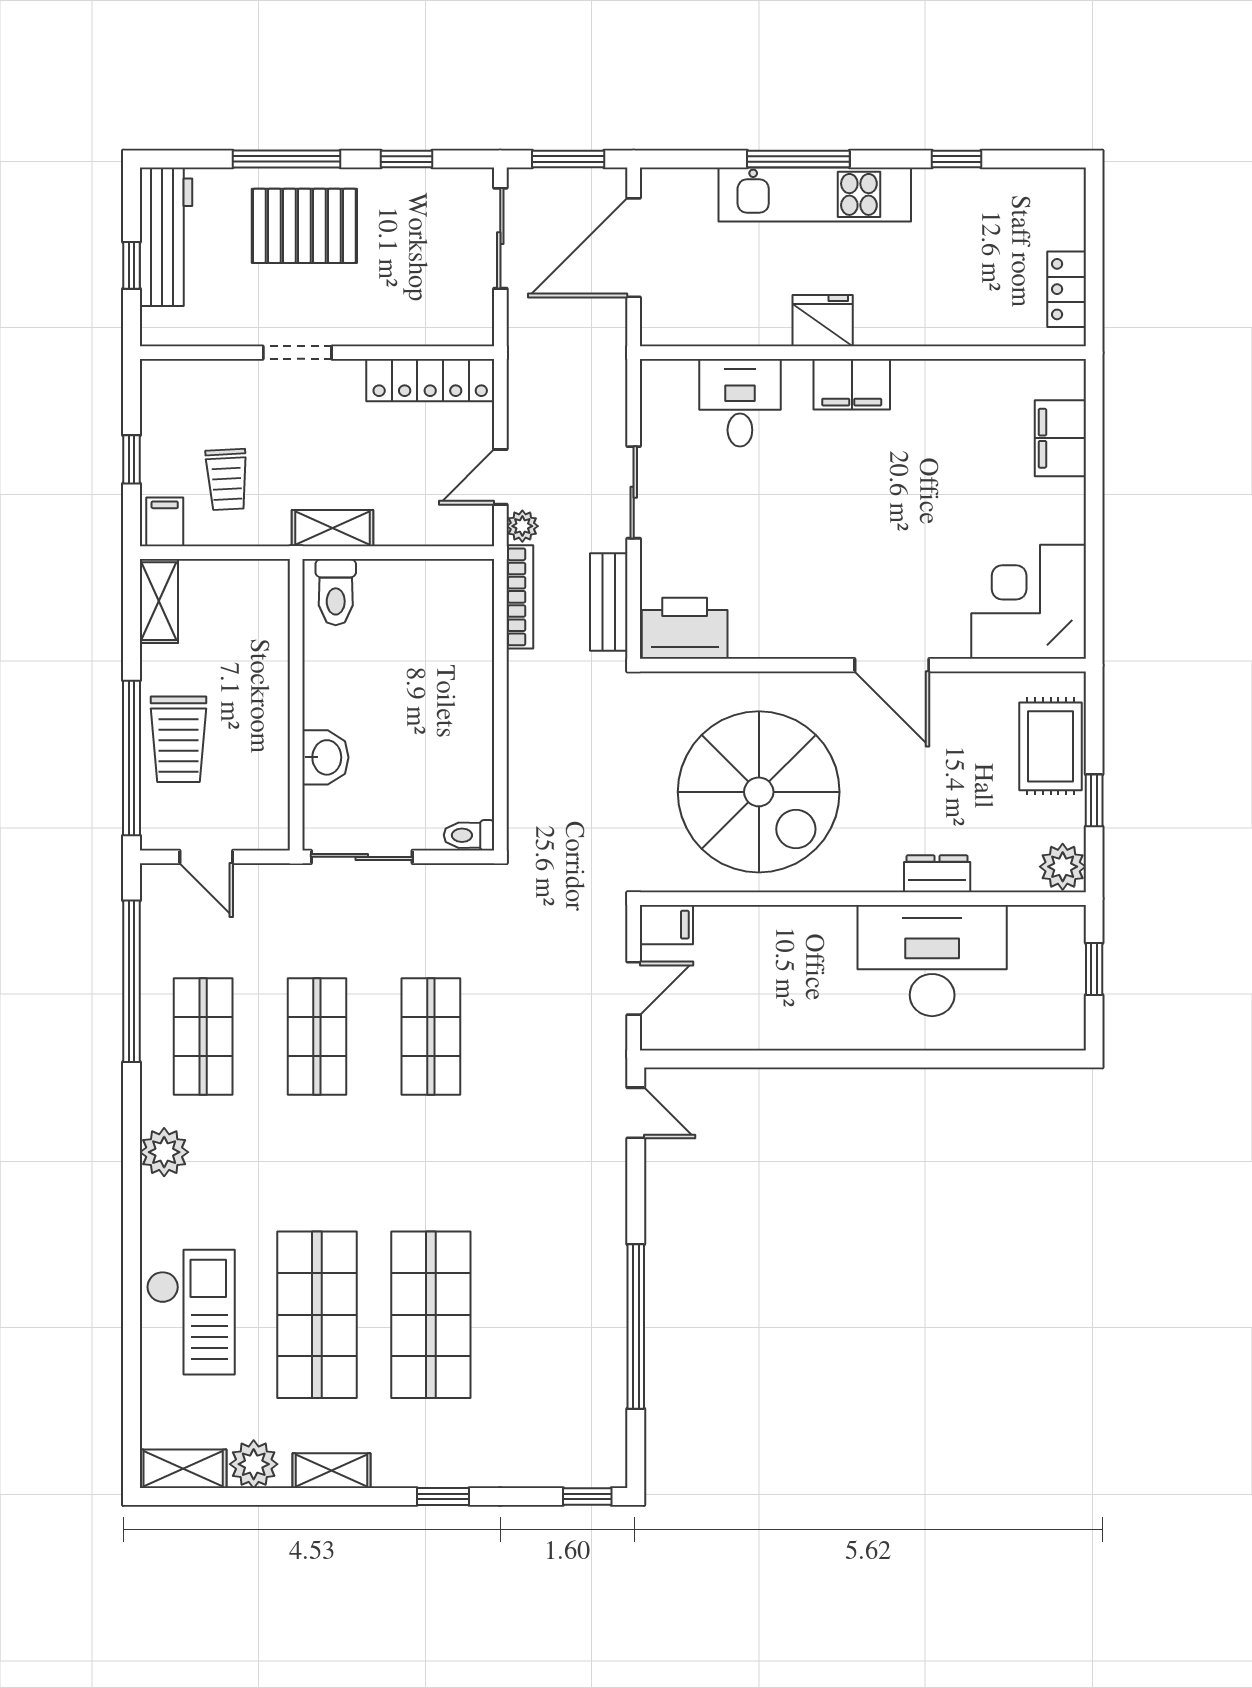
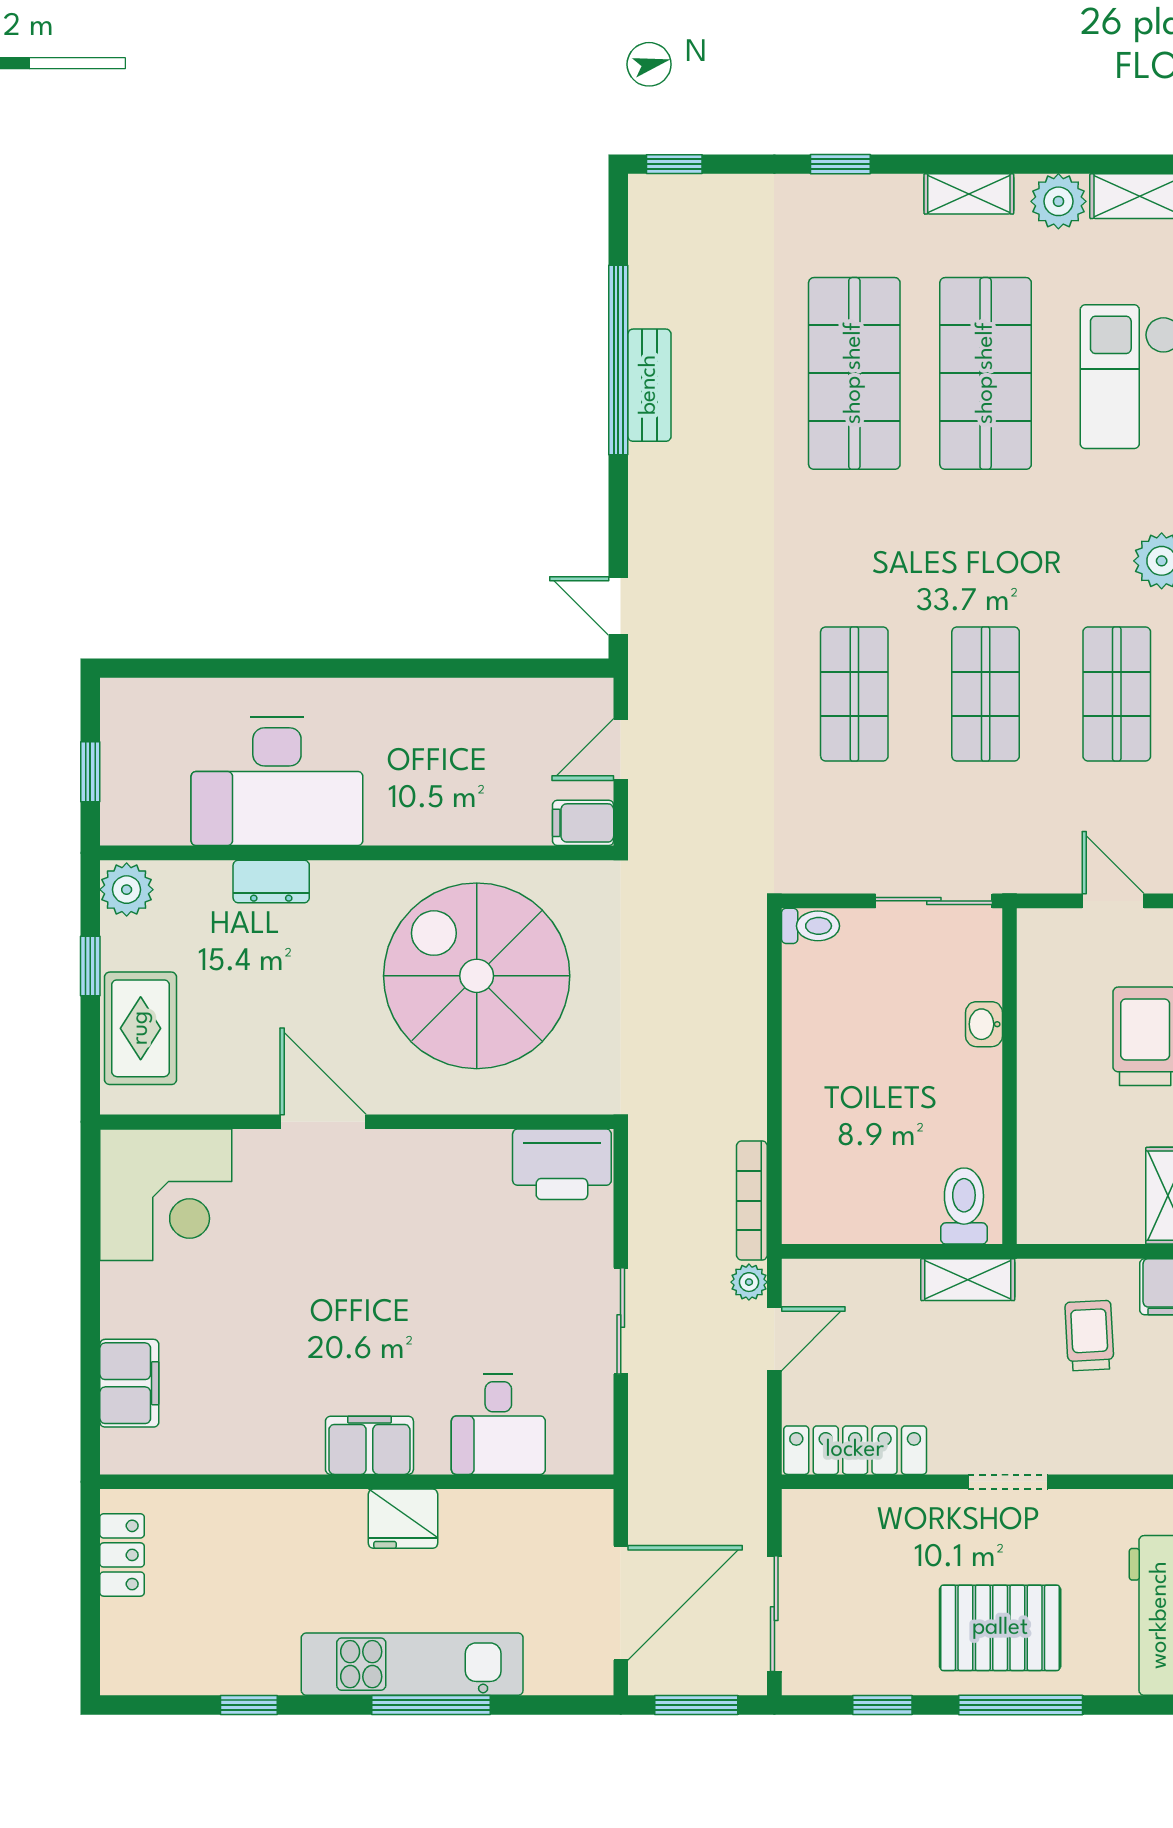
bench: (609, 602) -> (649, 385), moved
washbasin: (325, 757) -> (984, 1024), width x0.72, depth x0.69

